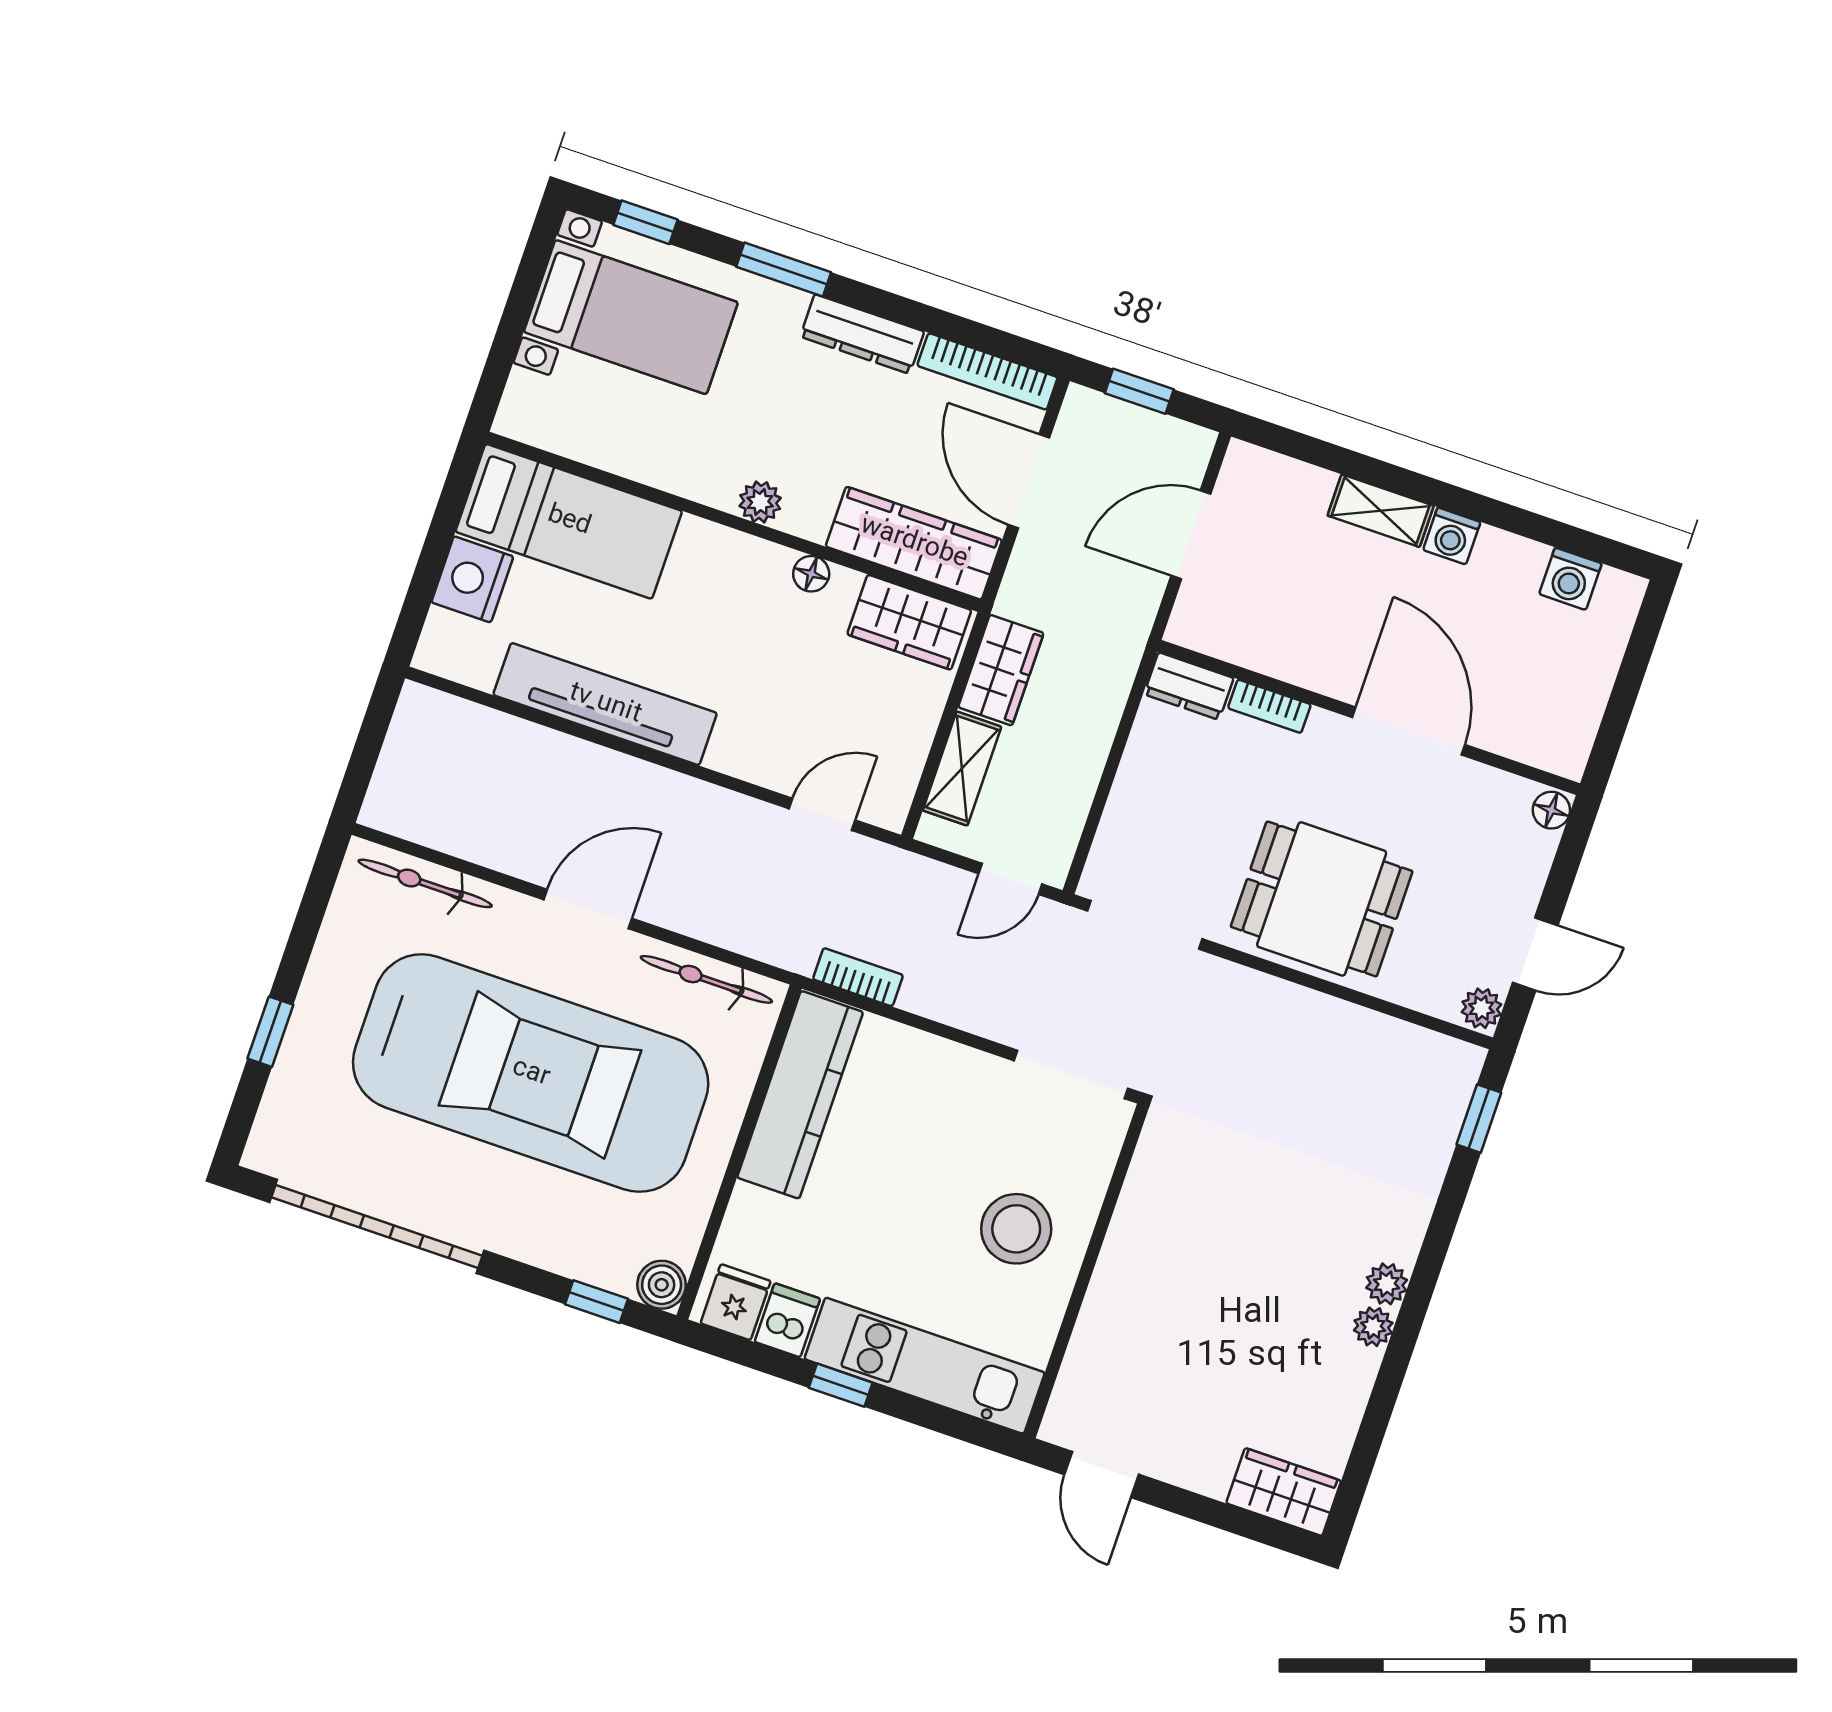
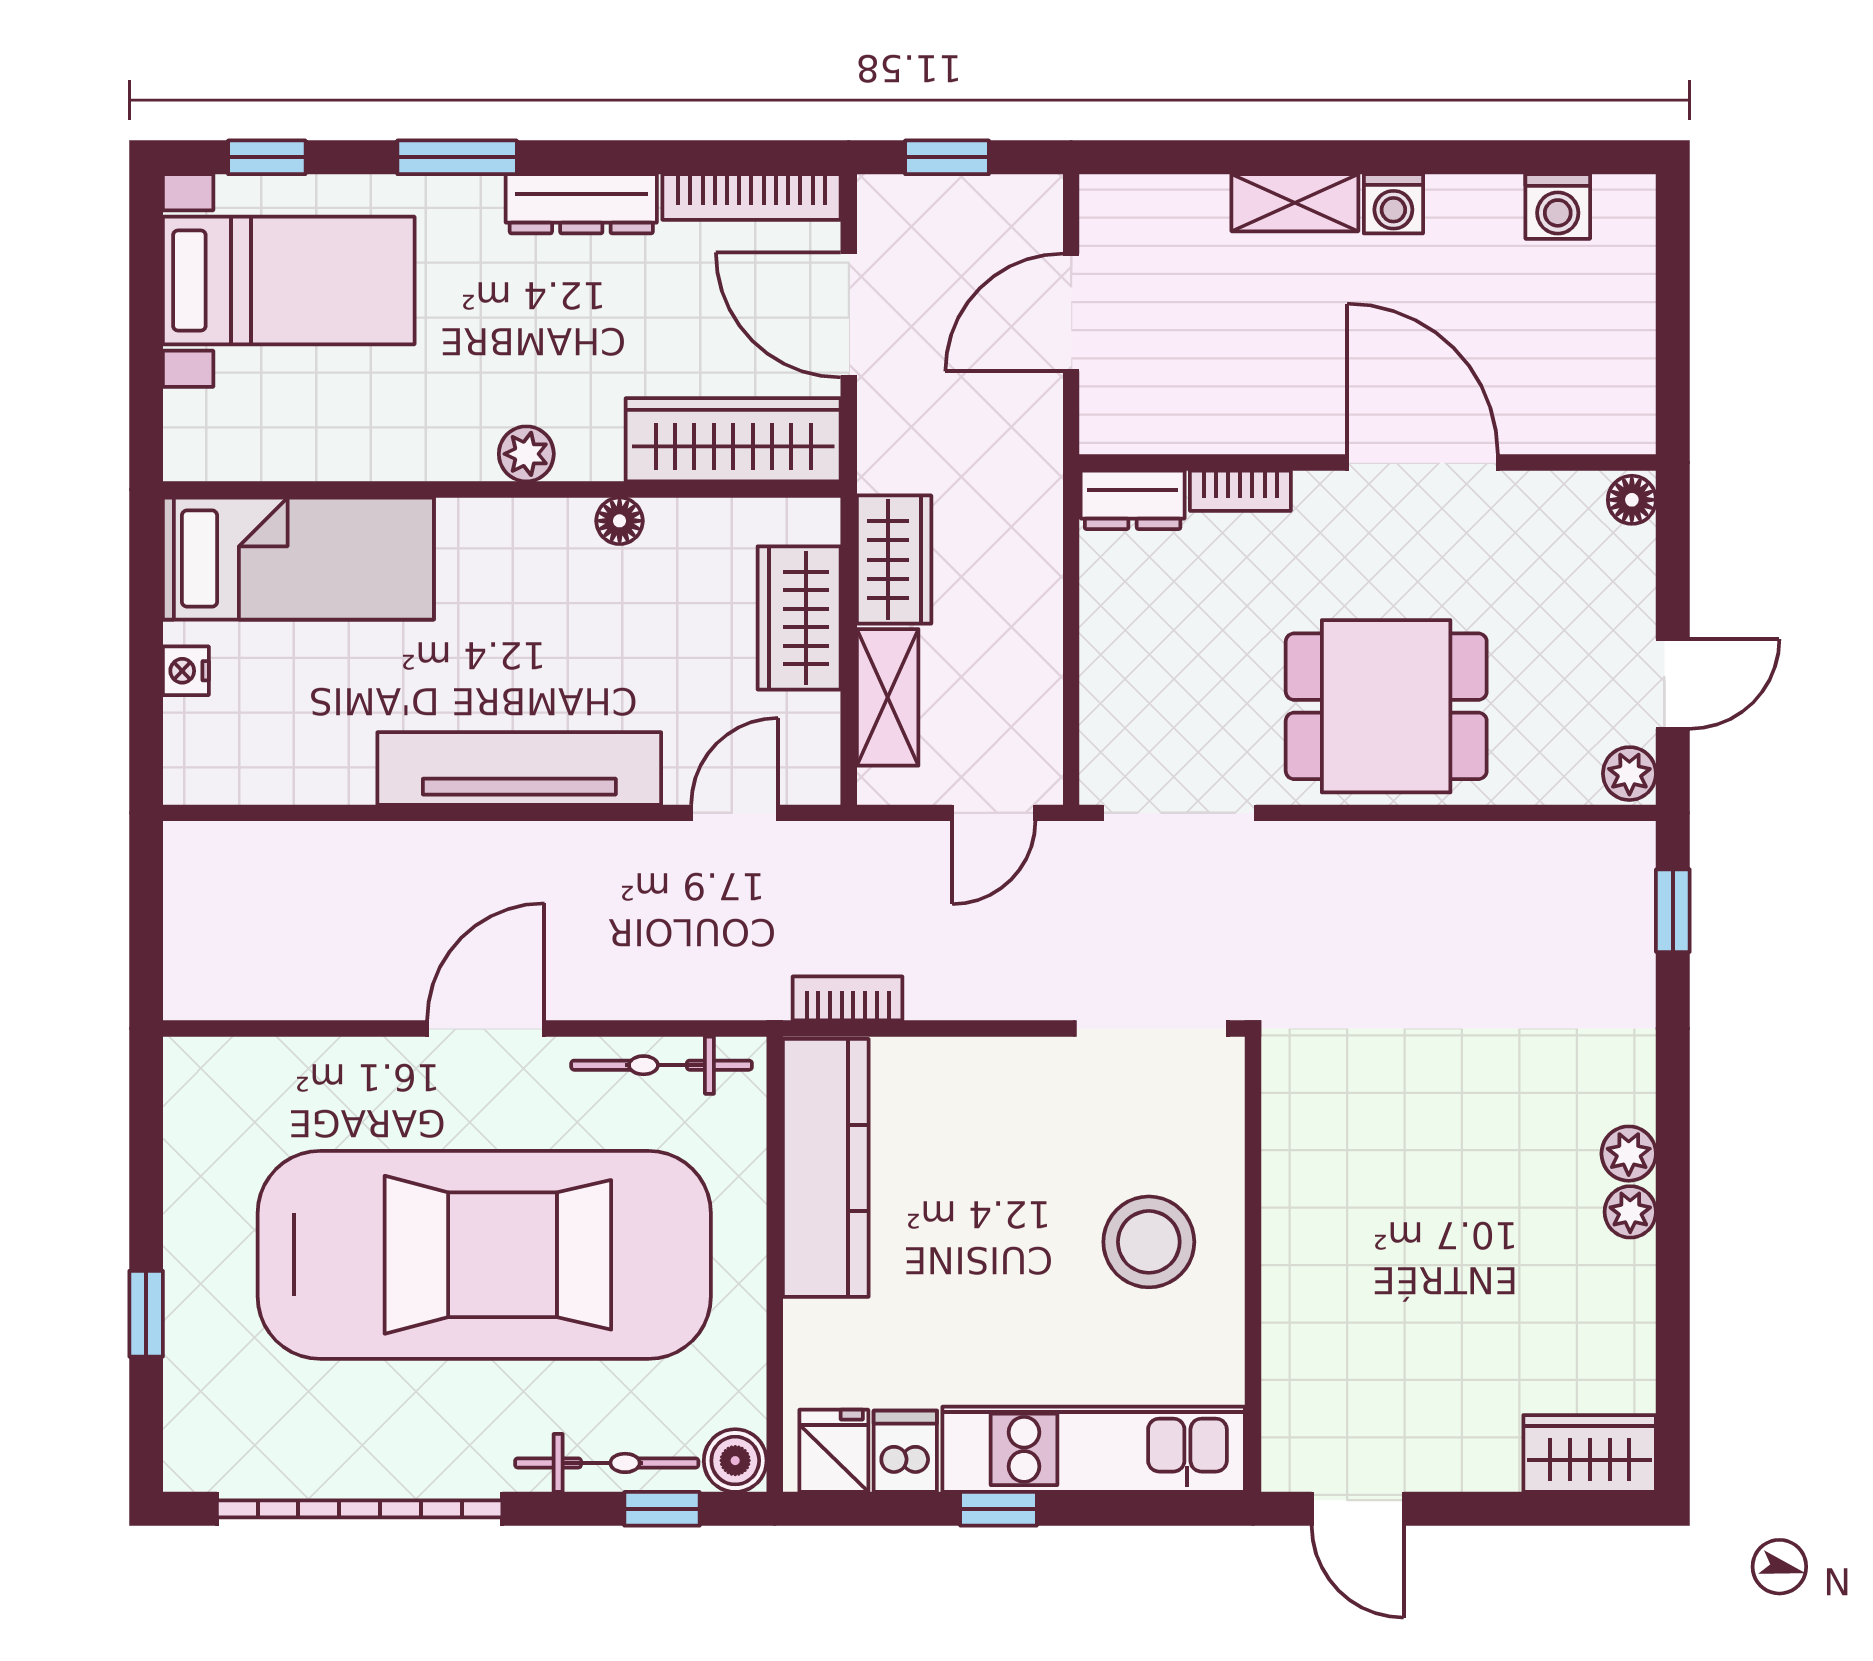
nightstand: (472, 579) -> (186, 671), width x0.53, depth x0.56
wardrobe: (909, 622) -> (799, 618), moved, turned 90
tv unit: (605, 704) -> (519, 768), moved
bicycle: (425, 883) -> (607, 1463), moved, turned 180

